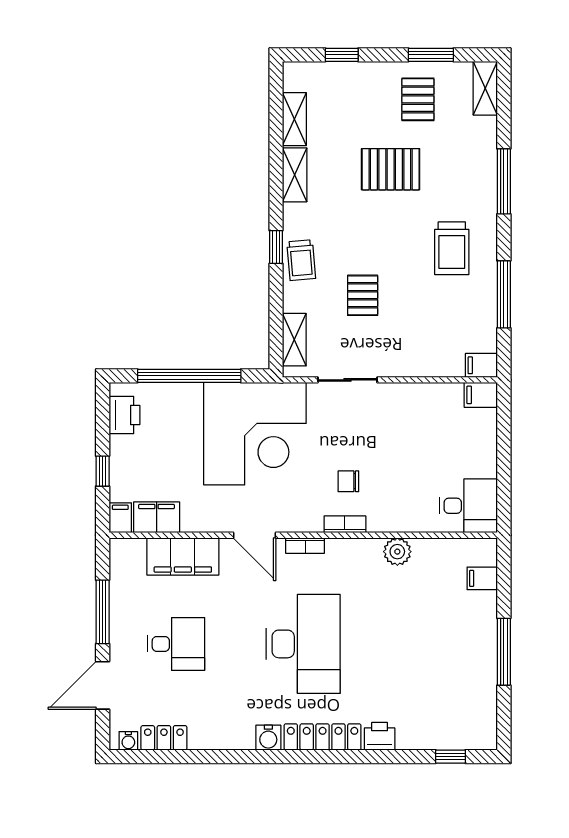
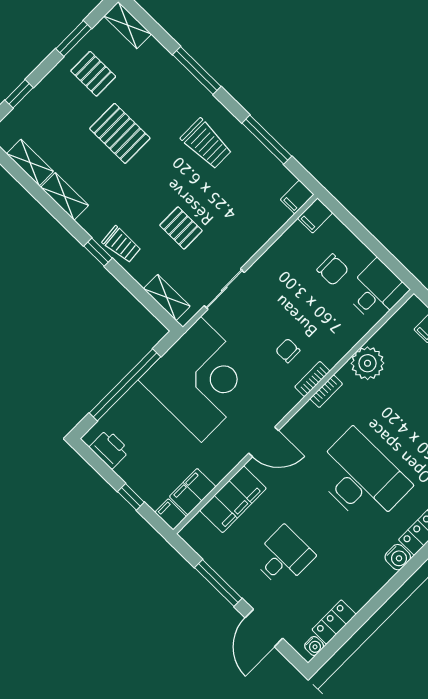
pallet: (391, 169) -> (120, 133), turned 90
chair: (451, 453) -> (333, 270), added
chair: (348, 481) -> (288, 351), turned 90
bookcase: (305, 546) -> (326, 391), moved
plant: (397, 552) -> (367, 363), width x1.36, depth x1.36

